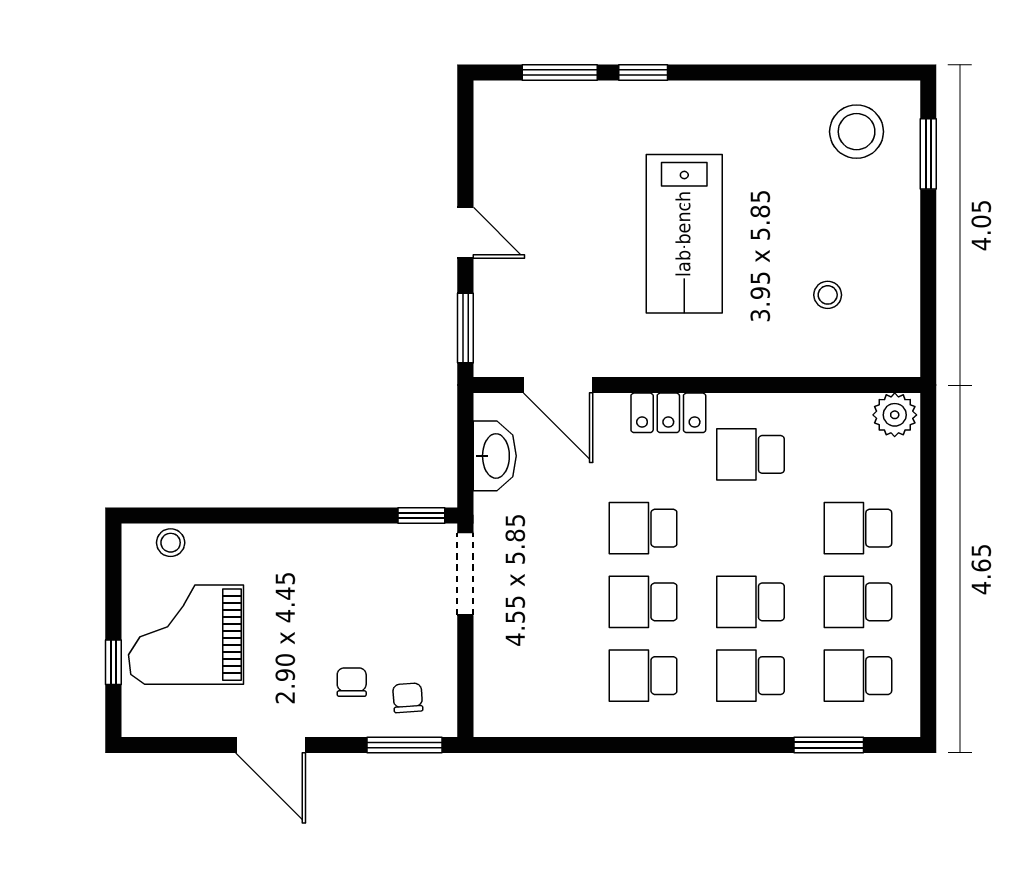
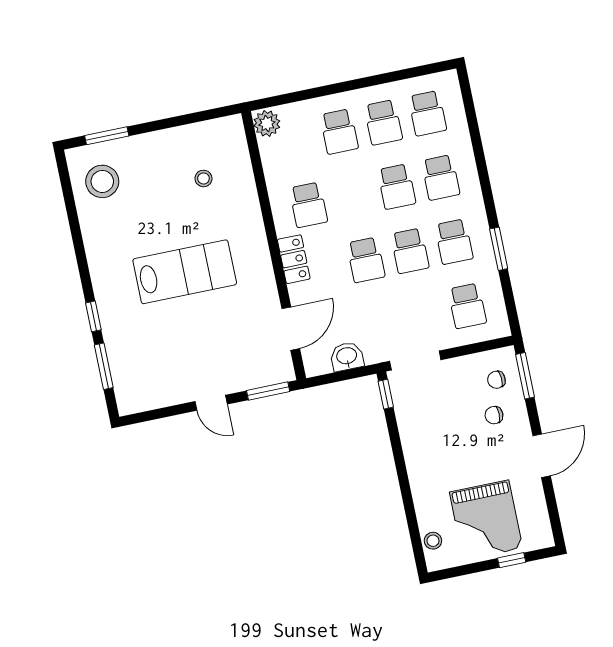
door: (465, 233) -> (211, 403), swing flipped
washbasin: (495, 456) -> (347, 356), width x0.72
school desk: (536, 676) -> (467, 306), added
window: (829, 745) -> (499, 249), moved

